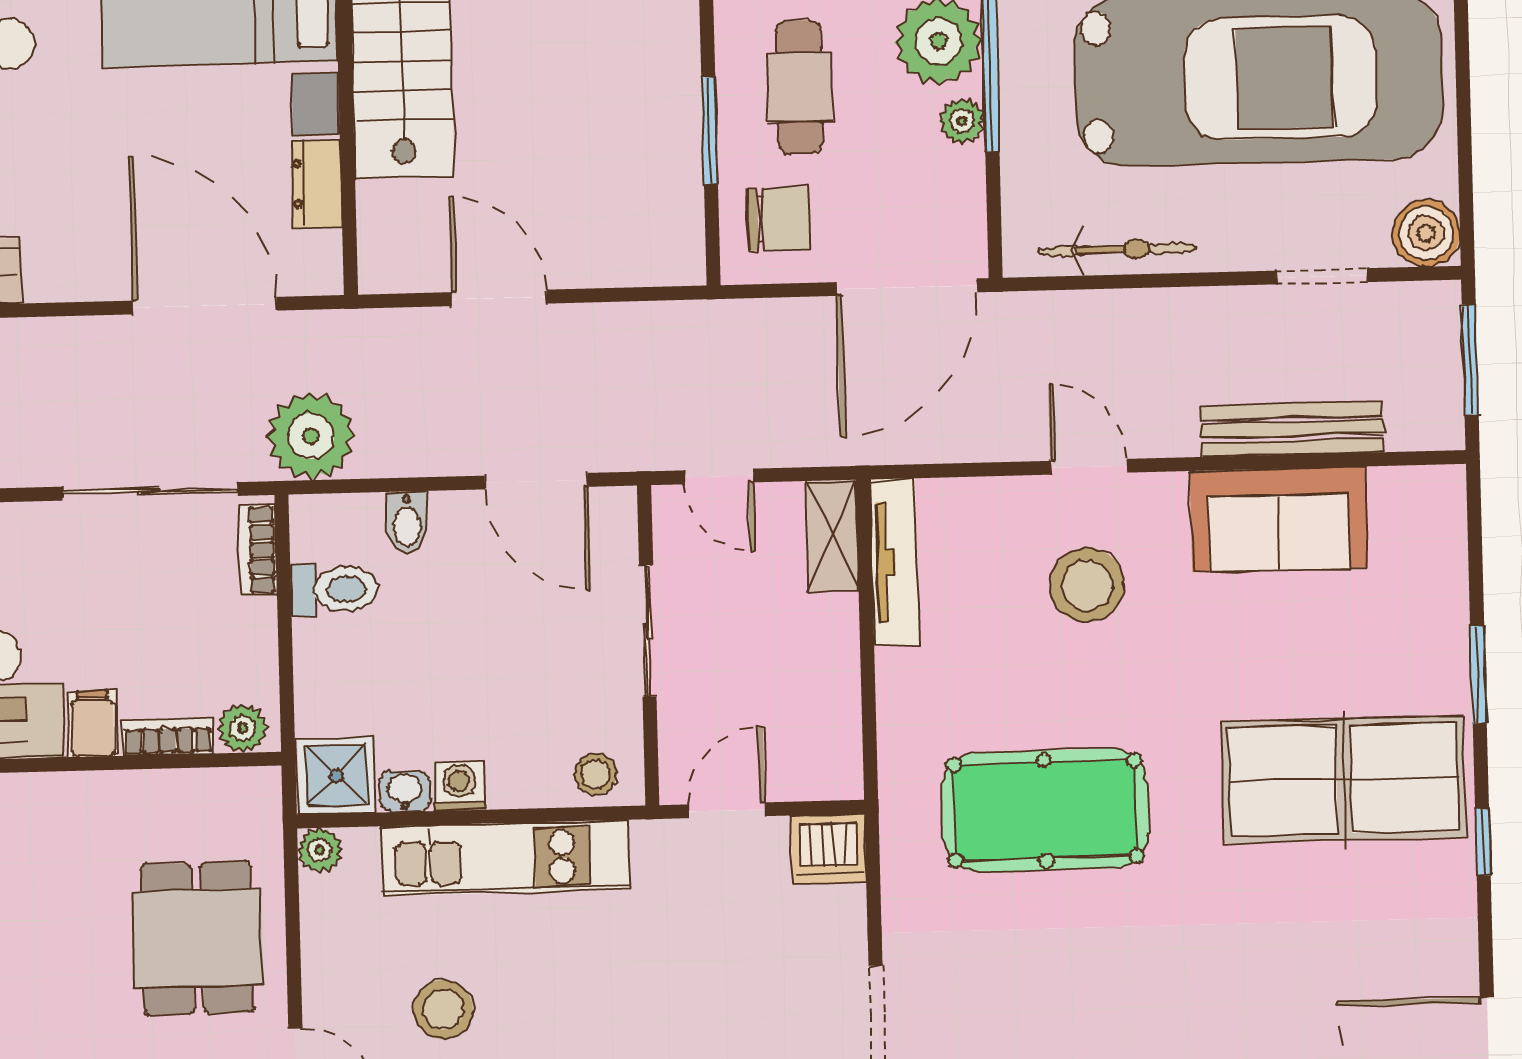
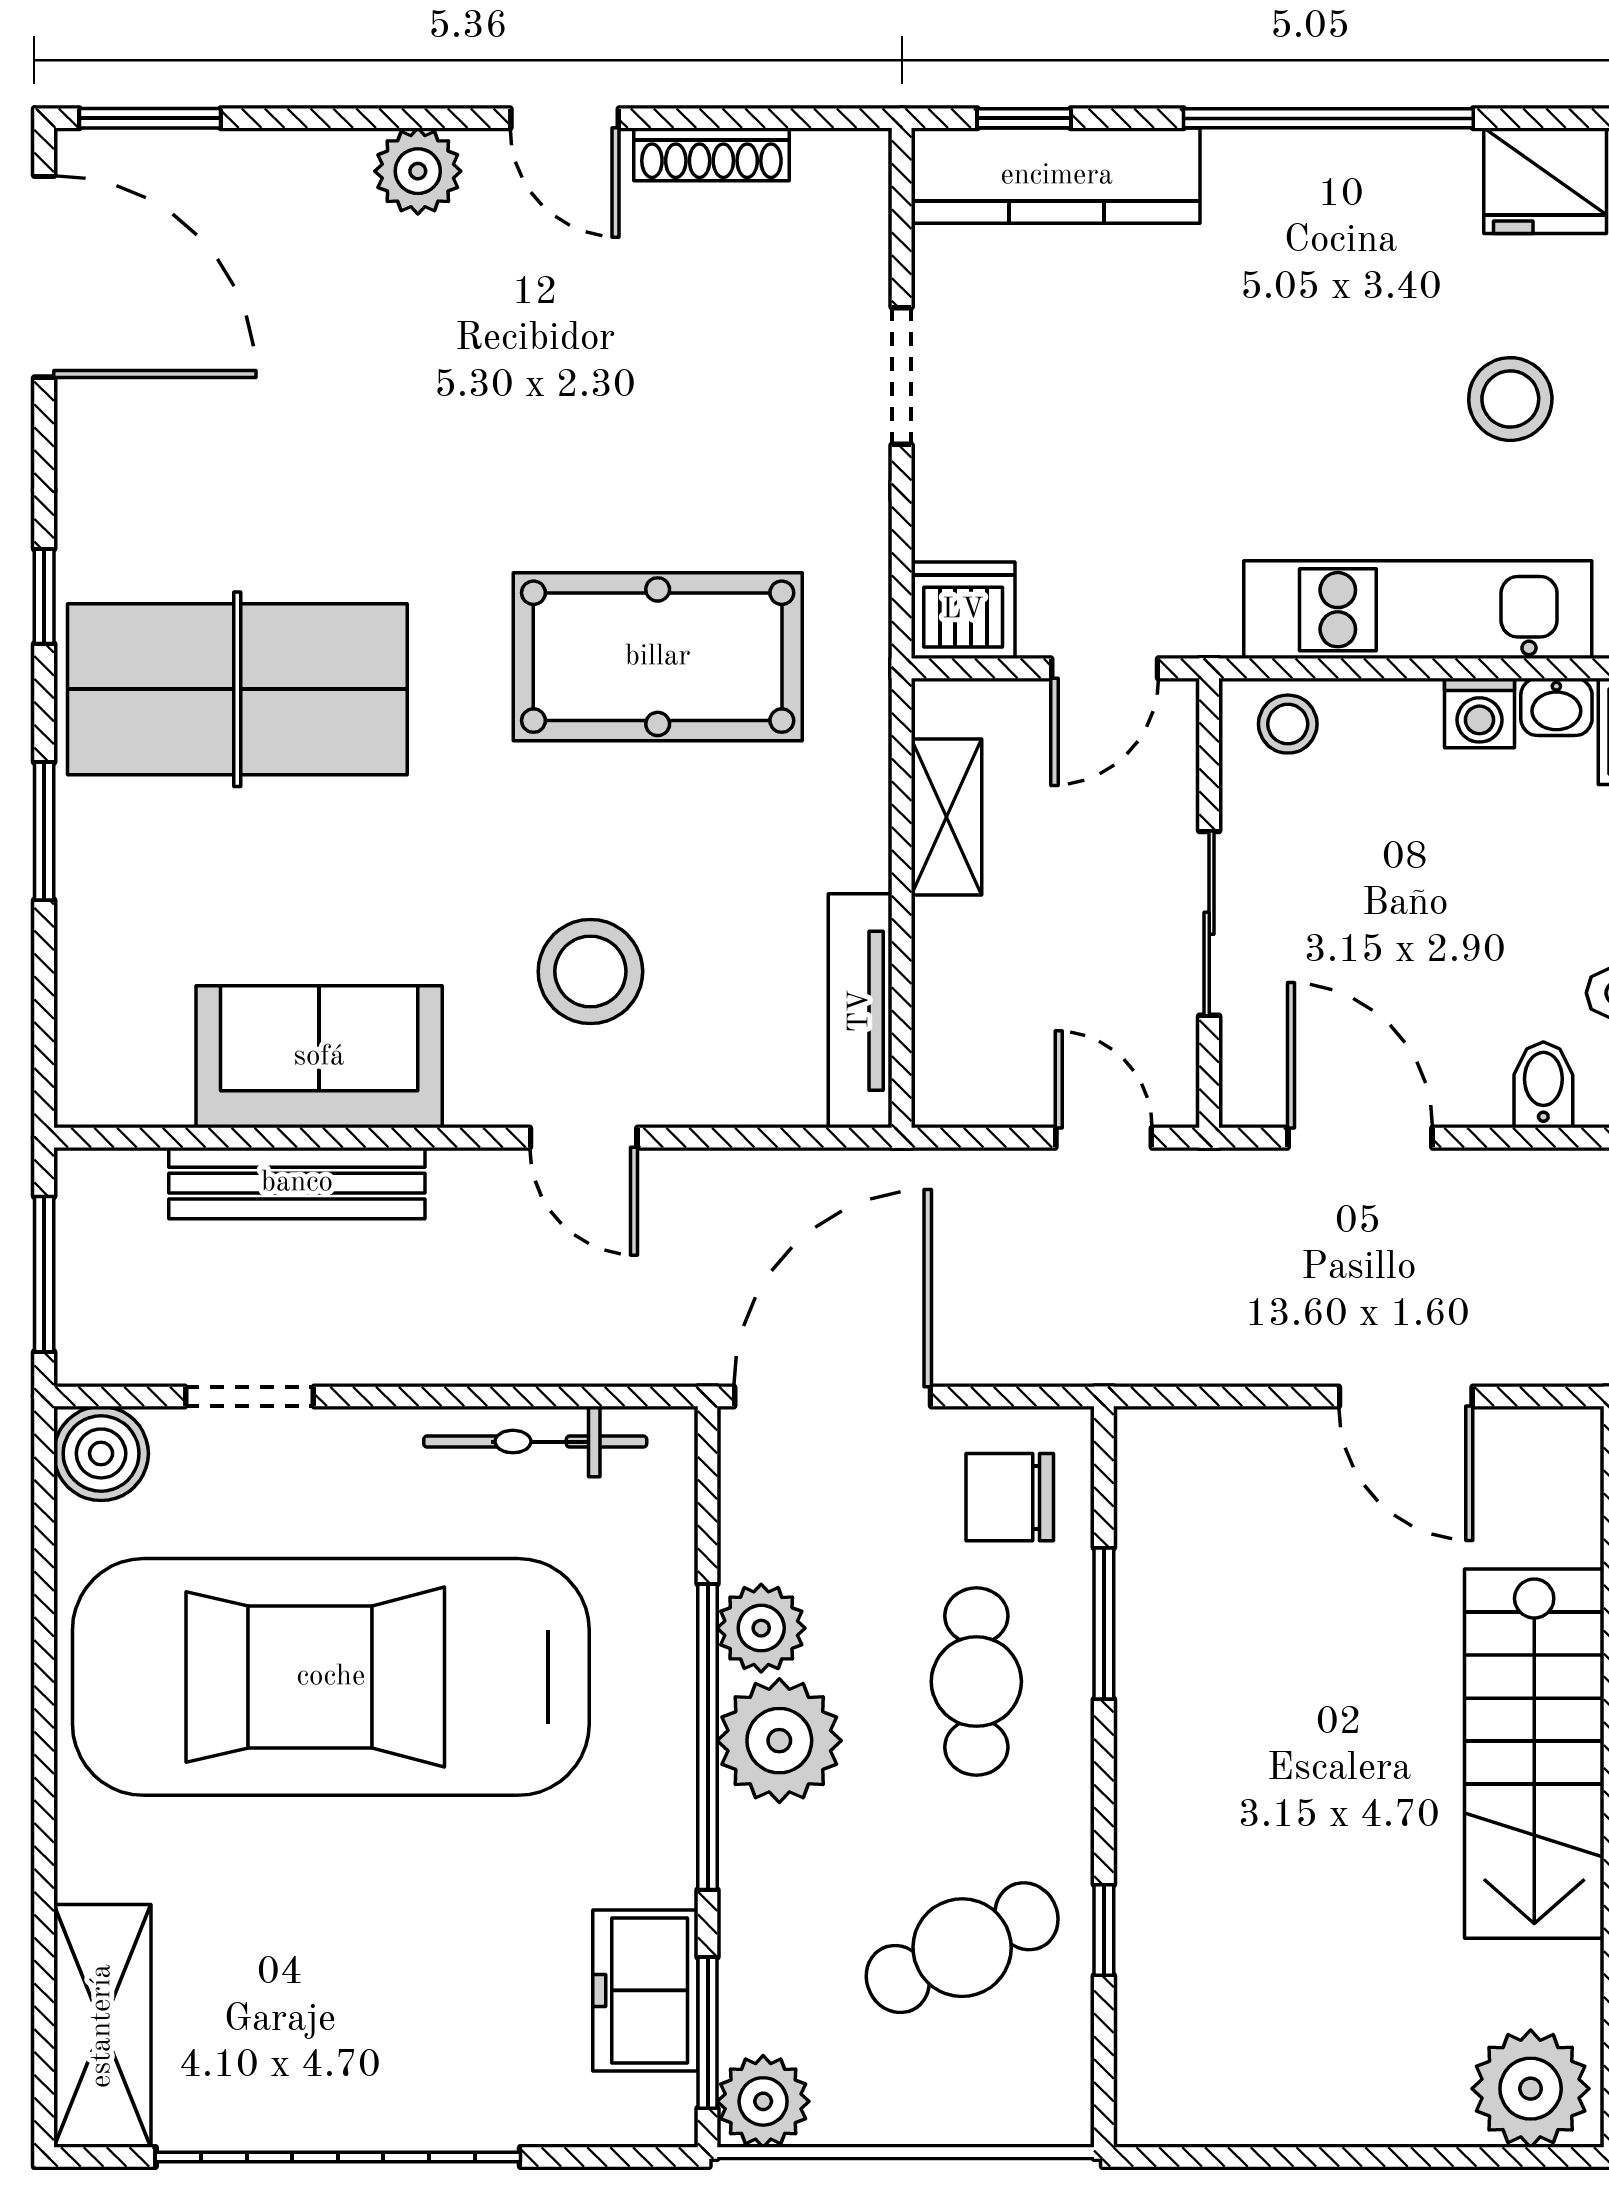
plant: (962, 121) -> (761, 1628), width x1.38, depth x1.38
shelving: (832, 536) -> (947, 817), moved

